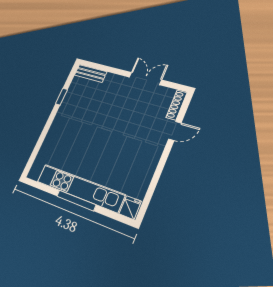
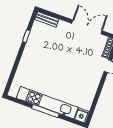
double door: (145, 79) -> (87, 27), width x1.37

